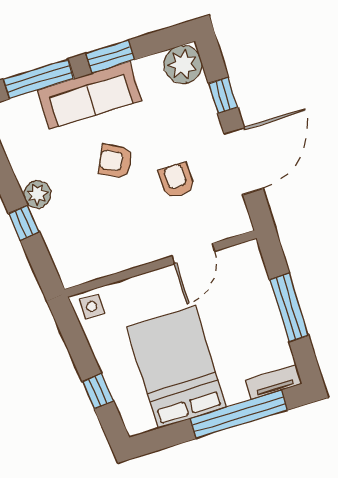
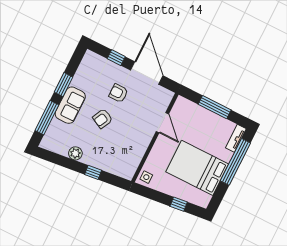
plant: (183, 64) -> (91, 61), removed
sofa: (90, 95) -> (70, 105), width x0.73
armchair: (176, 180) -> (118, 93), moved
plant: (37, 194) -> (75, 153), moved

